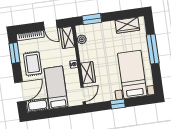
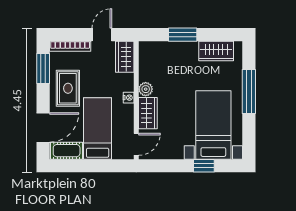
window: (92, 19) -> (183, 35), moved
door: (50, 25) -> (102, 35), swing flipped
plant: (82, 39) -> (146, 89), moved
window: (118, 104) -> (204, 166), moved

